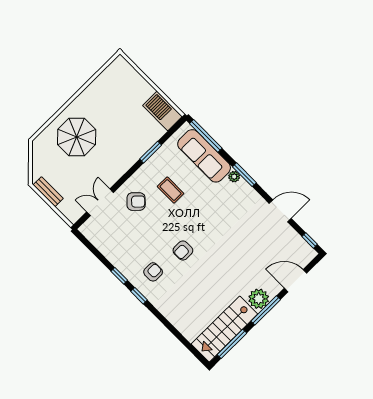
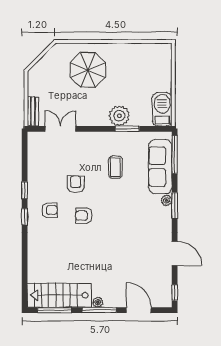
plant: (135, 148) -> (119, 116), added
bench: (48, 192) -> (33, 111), moved
armchair: (136, 202) -> (76, 184), moved, turned -134
plant: (259, 299) -> (98, 302), width x0.53, depth x0.53

